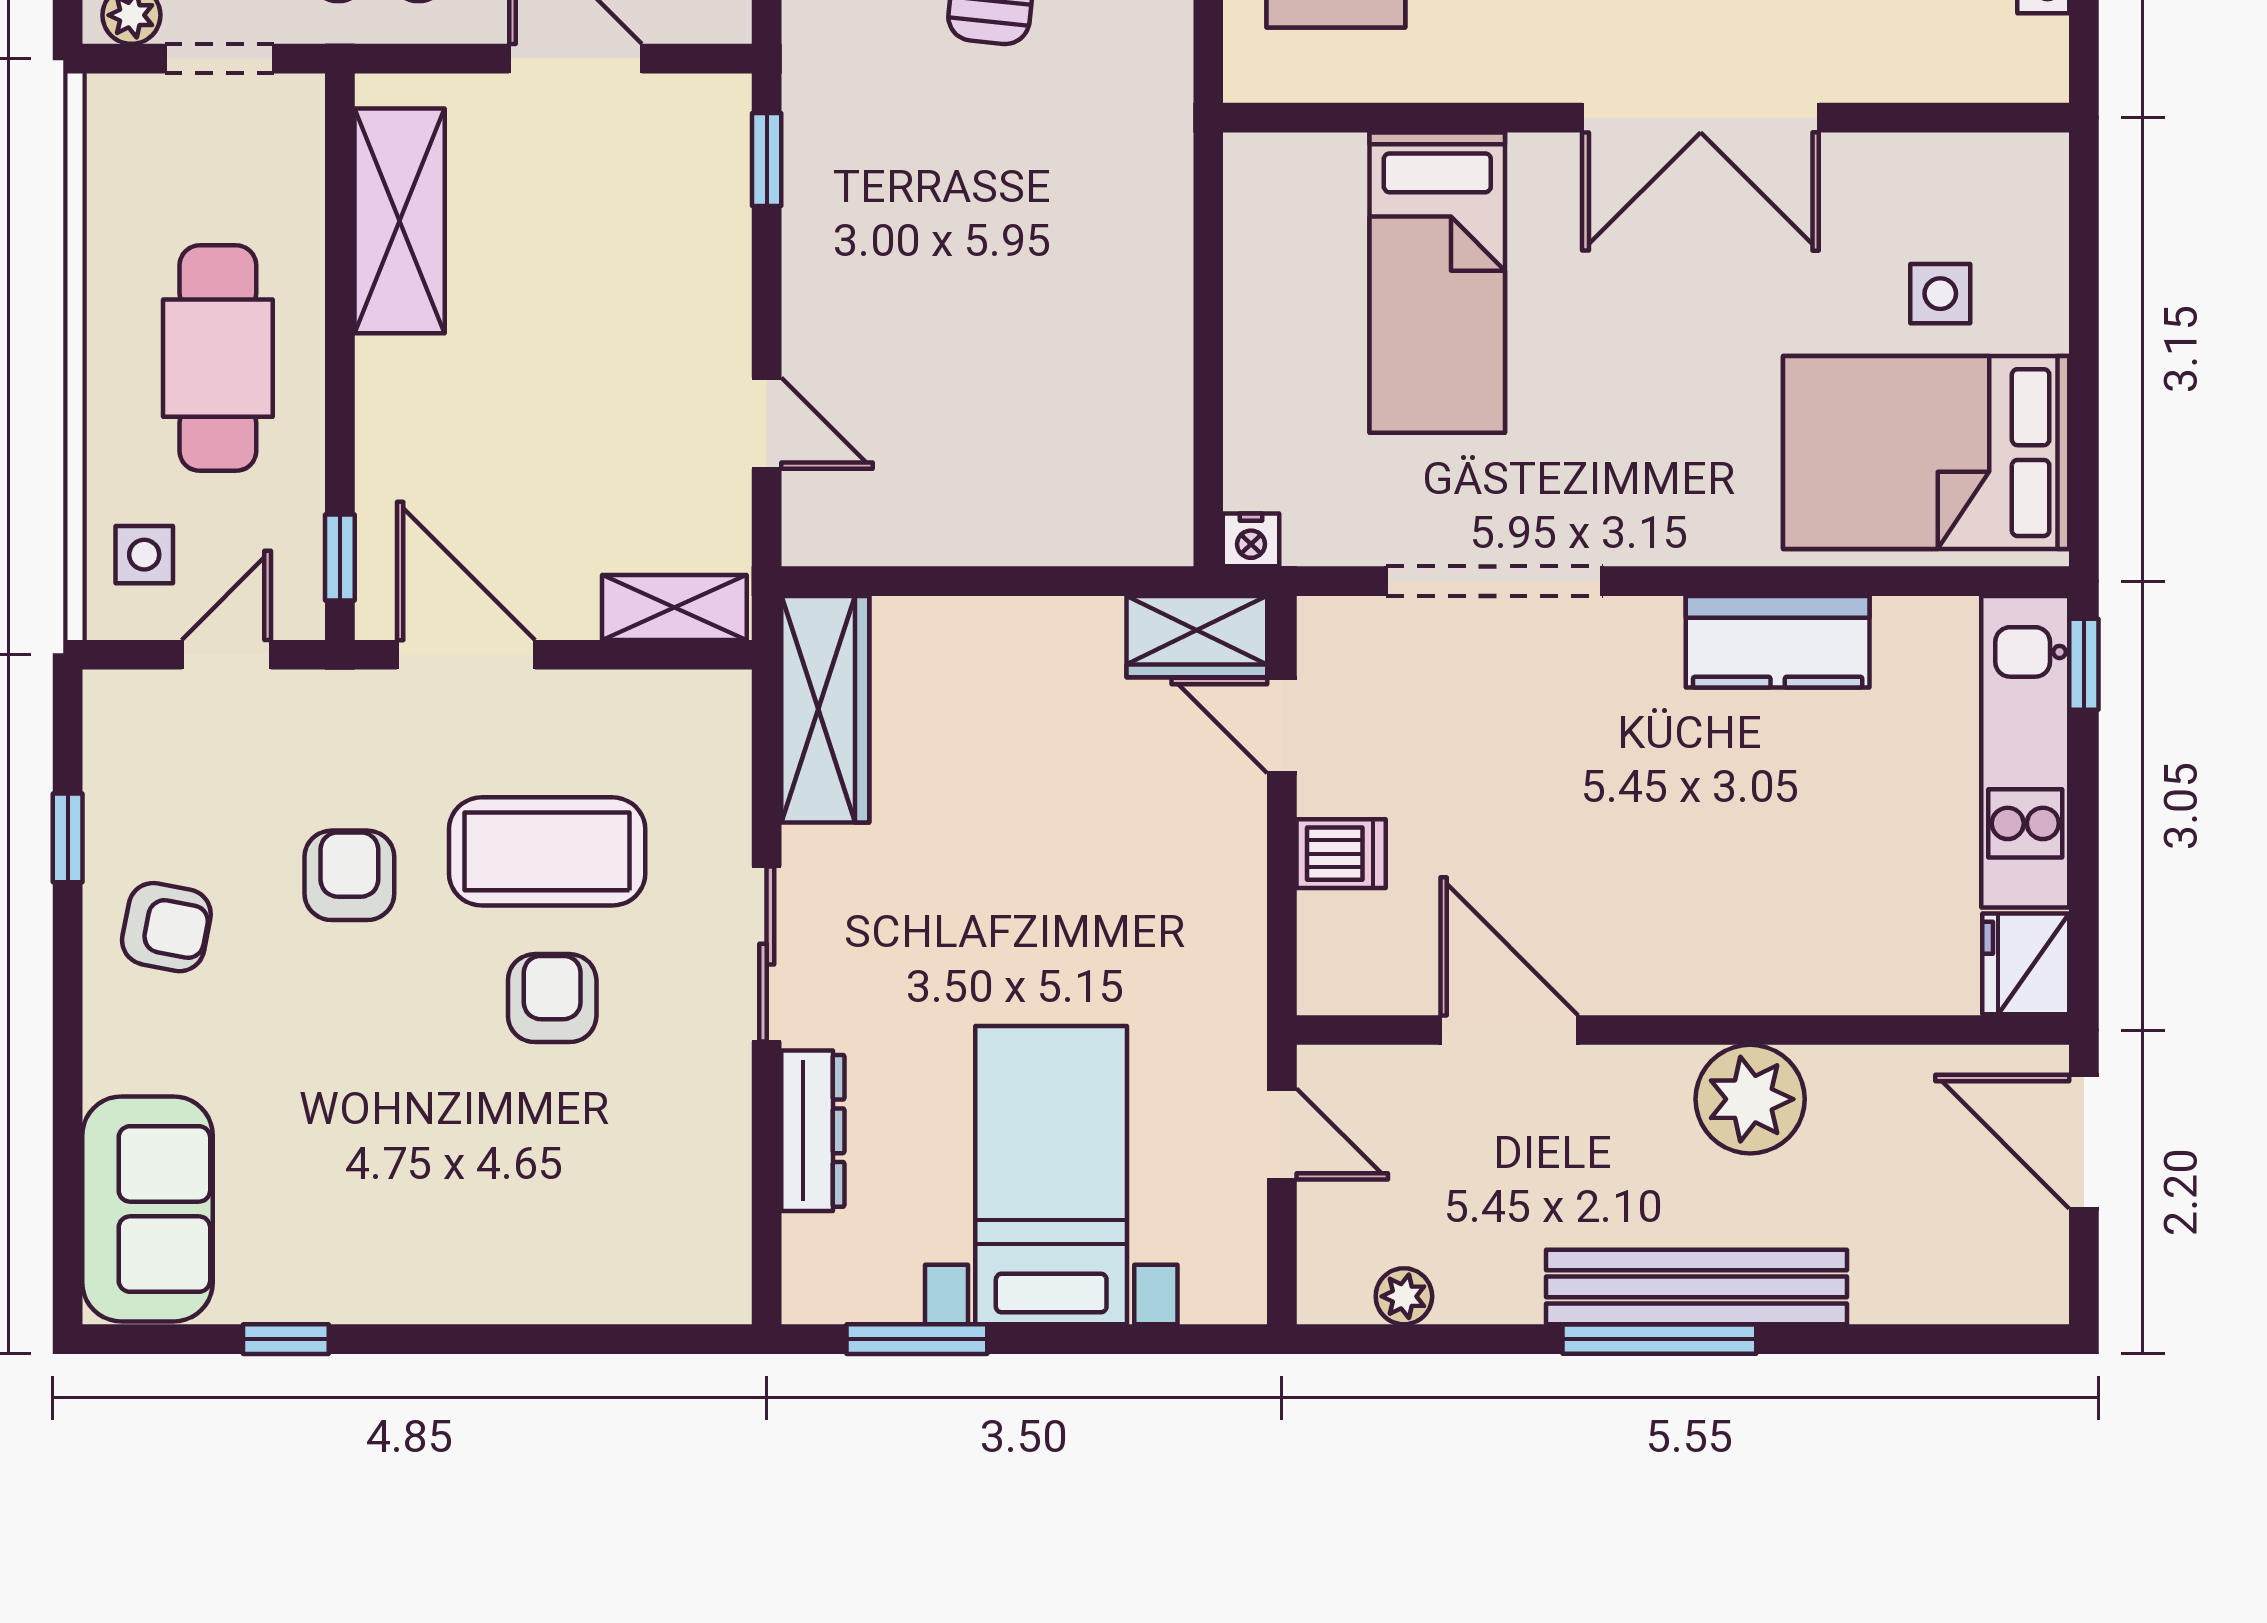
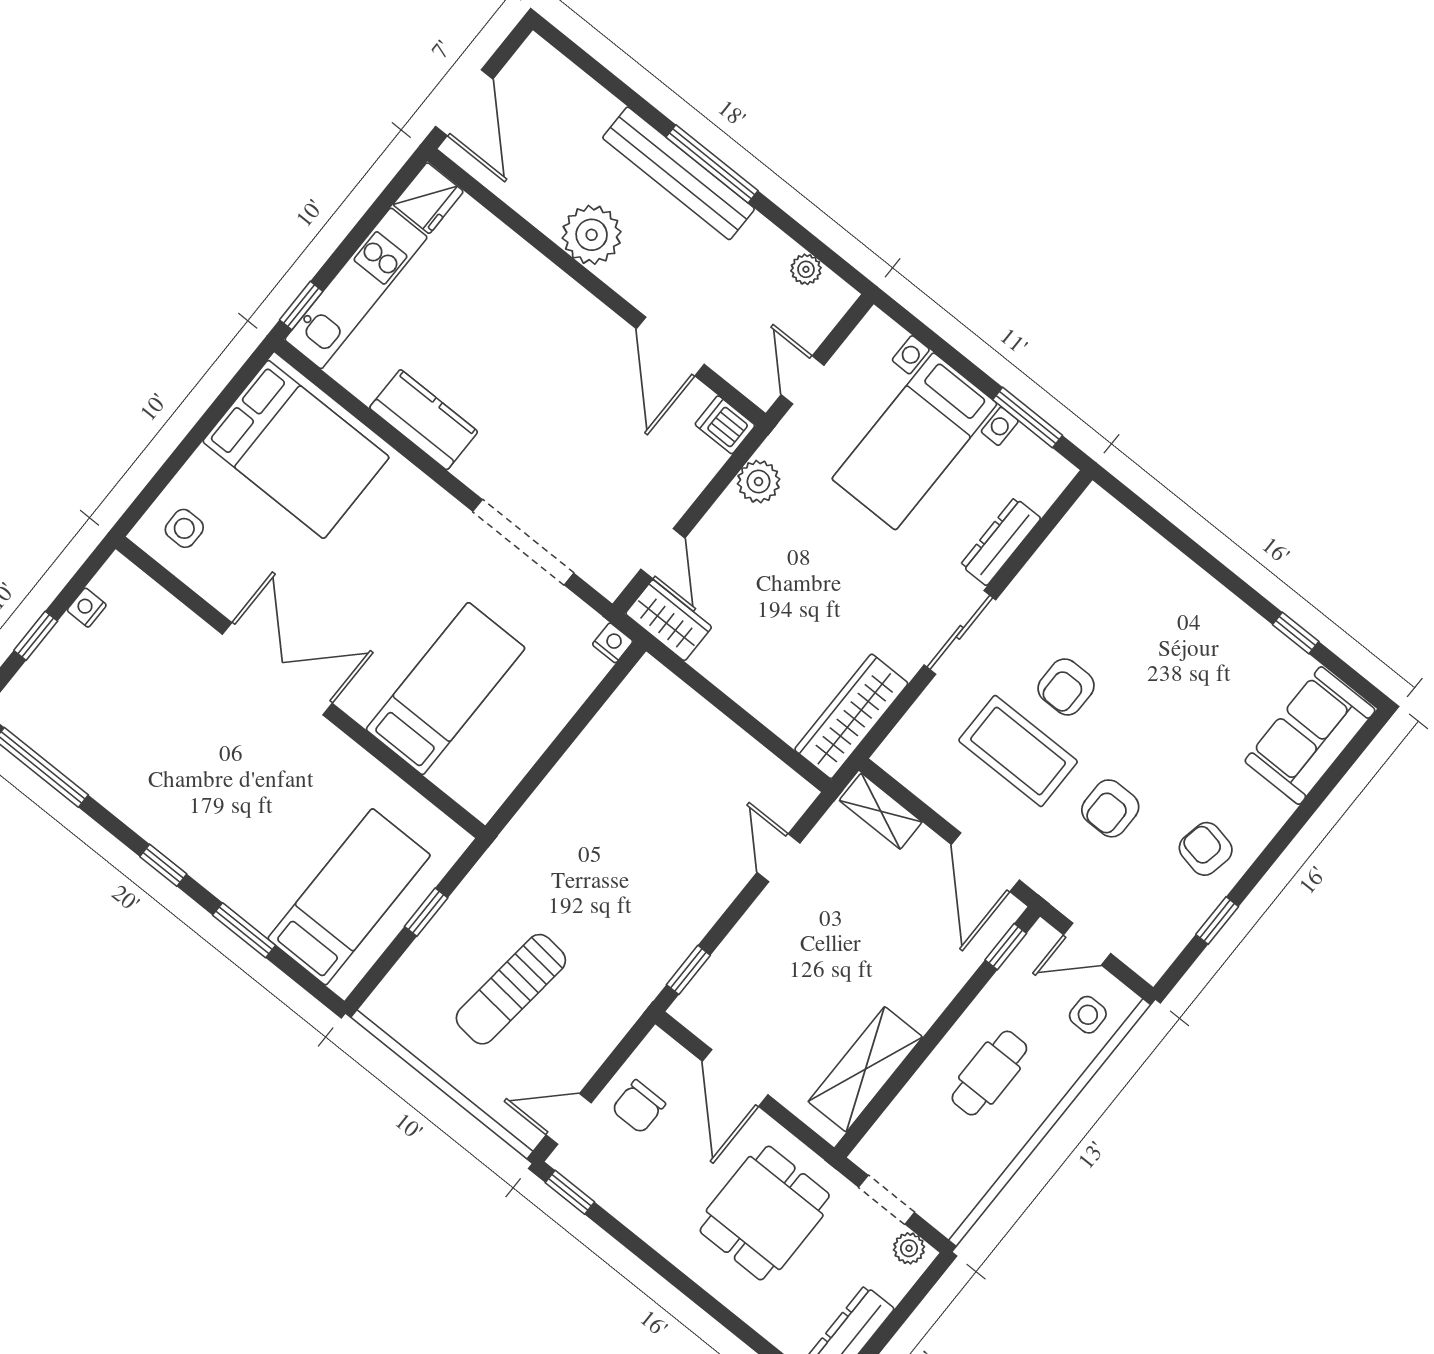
side table: (1940, 294) -> (184, 528), moved
cafe table: (218, 358) -> (989, 1073), width x0.73, depth x0.74
dishwasher: (1341, 854) -> (725, 425), moved
plant: (1228, 938) -> (759, 482), added

